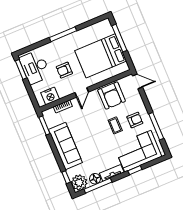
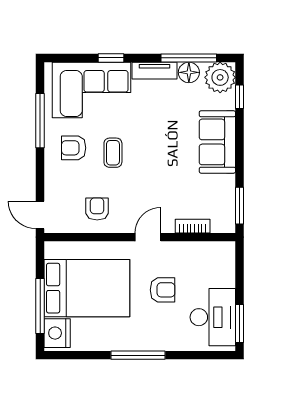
nightstand: (50, 96) -> (57, 333), moved, turned -90
armchair: (112, 96) -> (97, 209), width x0.53, depth x0.53
sofa: (65, 146) -> (217, 142), width x0.73

